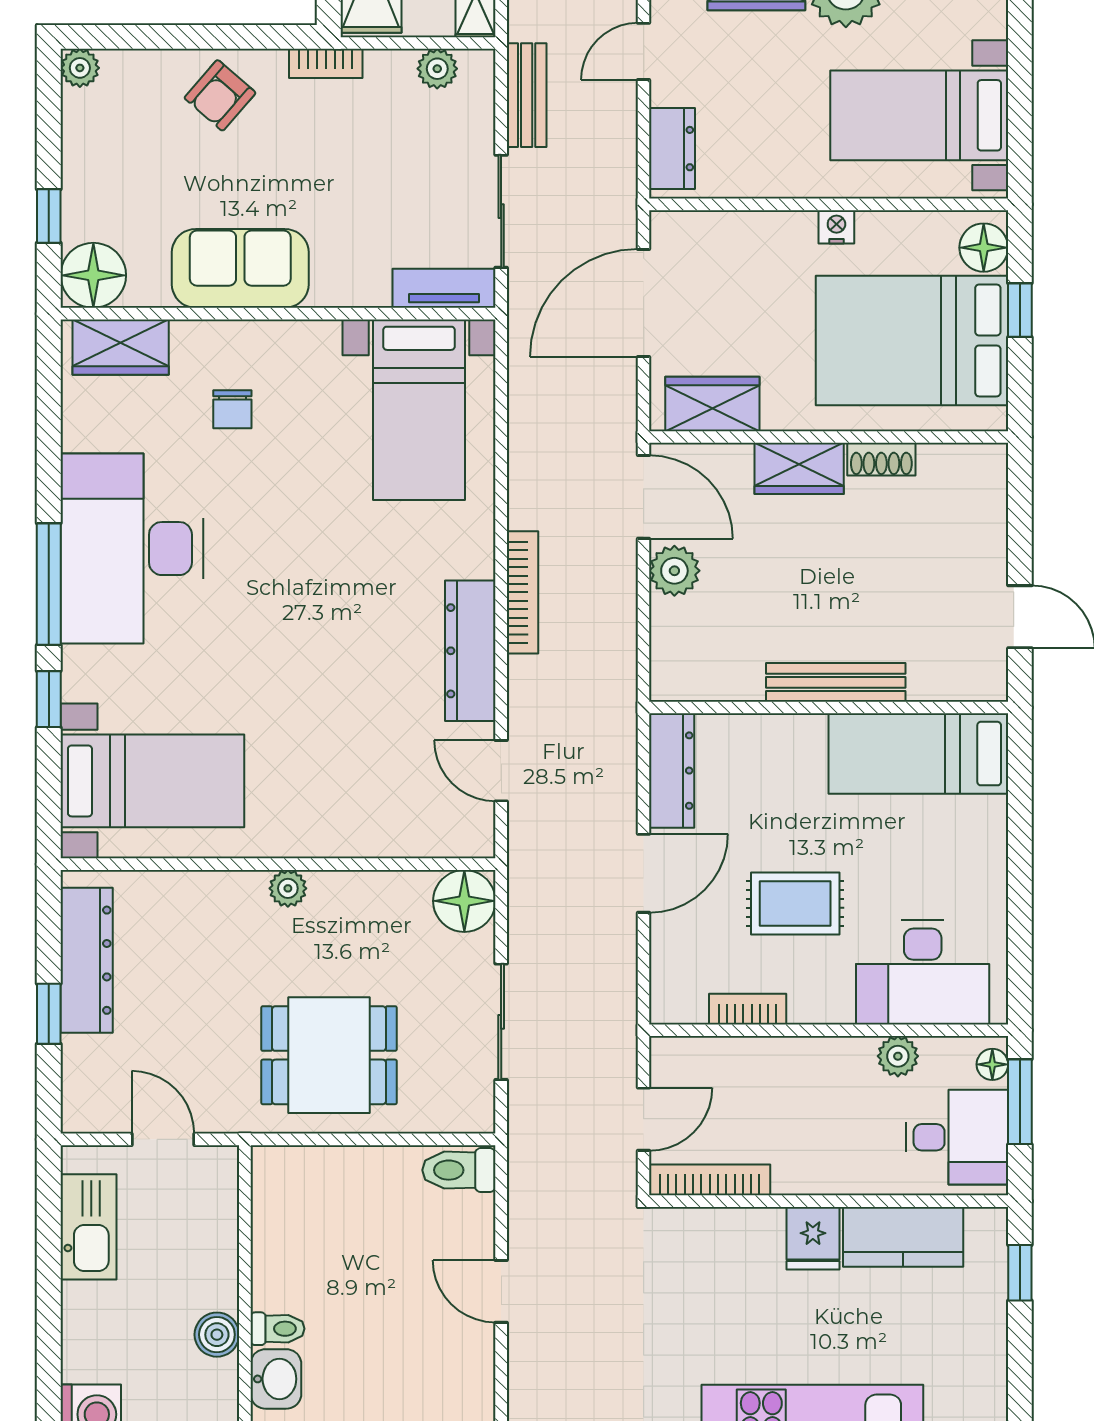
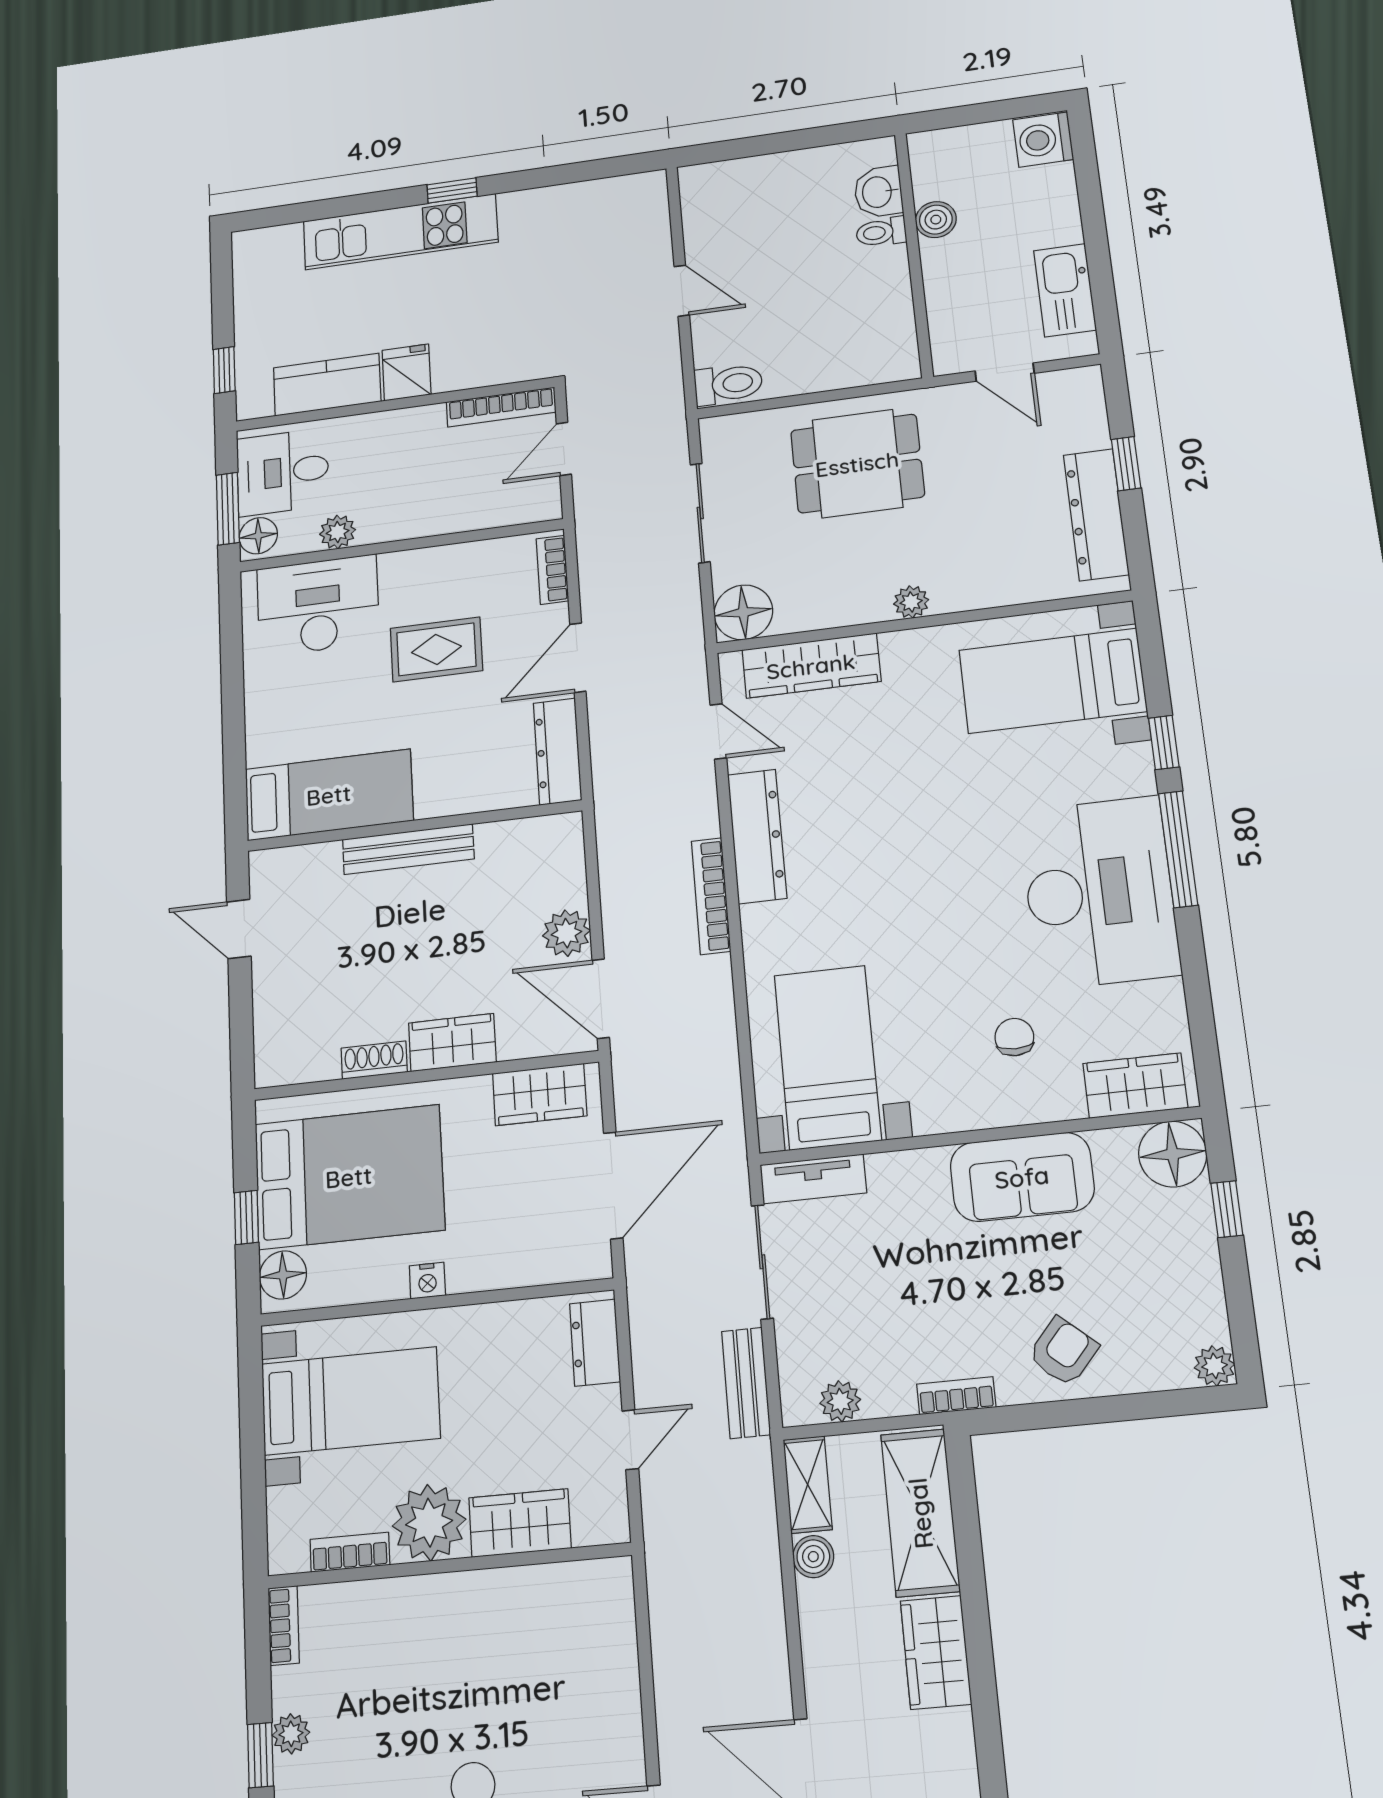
wardrobe: (398, 831) -> (811, 666), added
bookcase: (748, 1009) -> (552, 570), moved, turned 90
floor lamp: (992, 1064) -> (258, 536), width x1.37, depth x1.37

